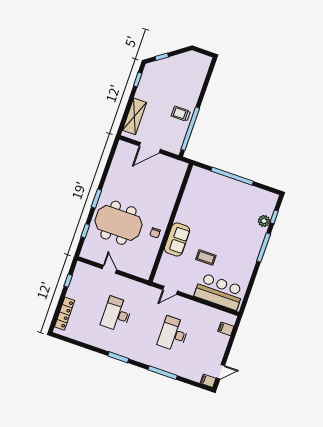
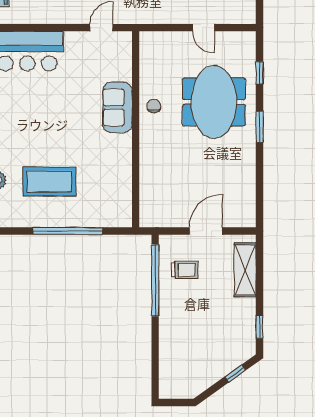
trolley: (181, 114) -> (185, 270), moved
meeting table: (118, 223) -> (214, 102), turned 90
coffee table: (206, 257) -> (49, 182), moved, width x1.86, depth x1.72

